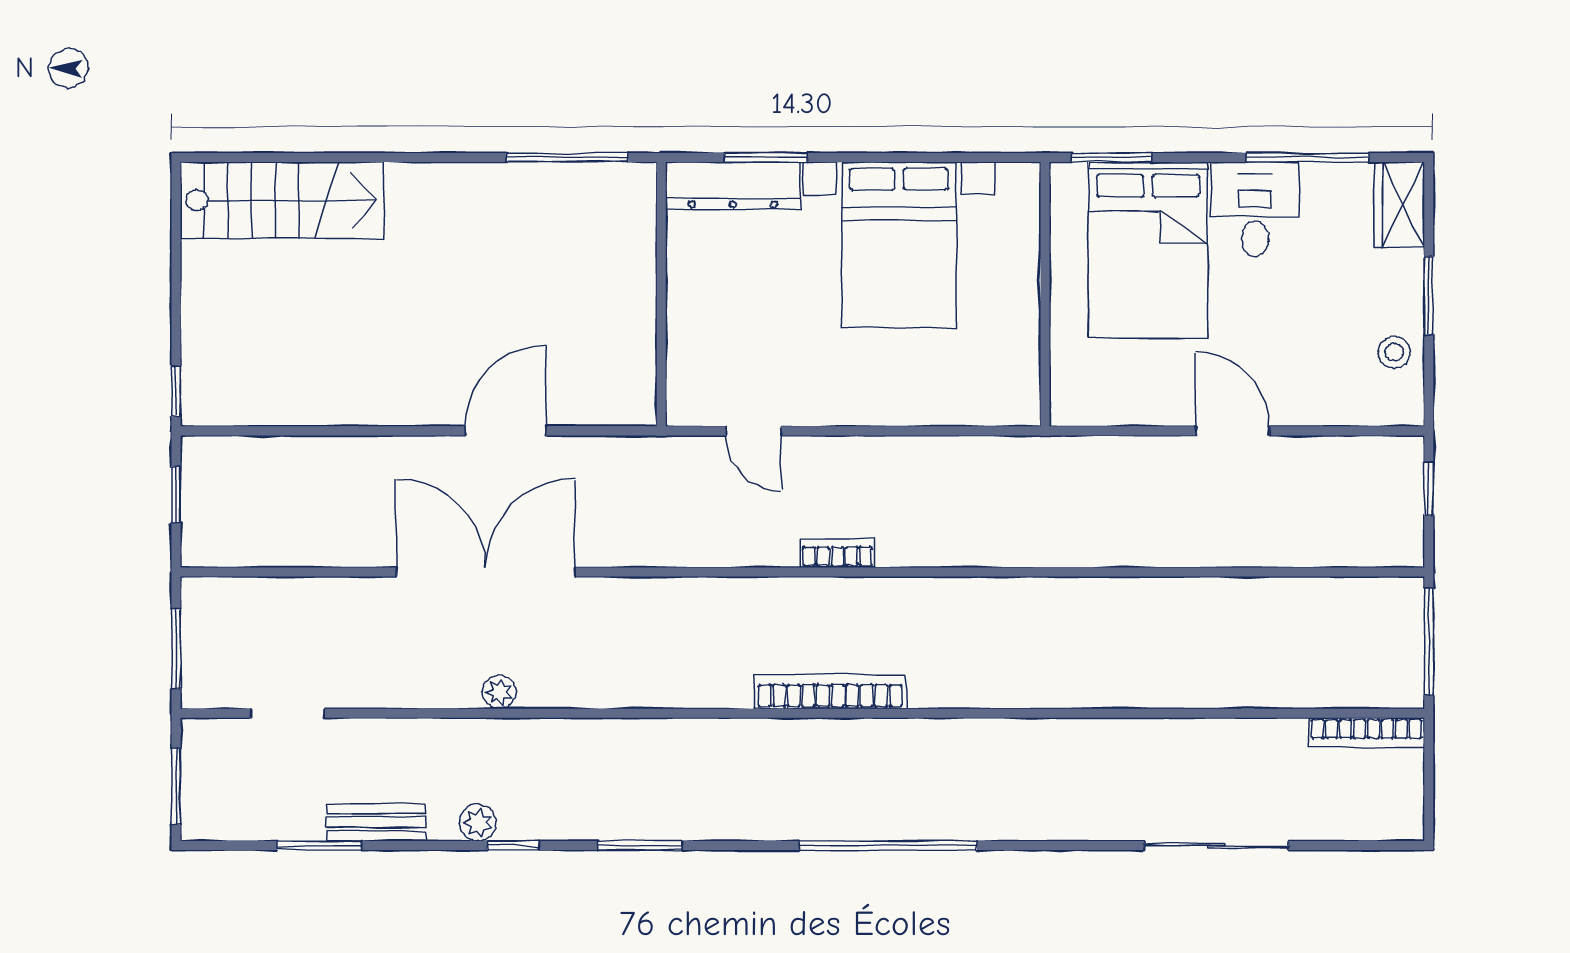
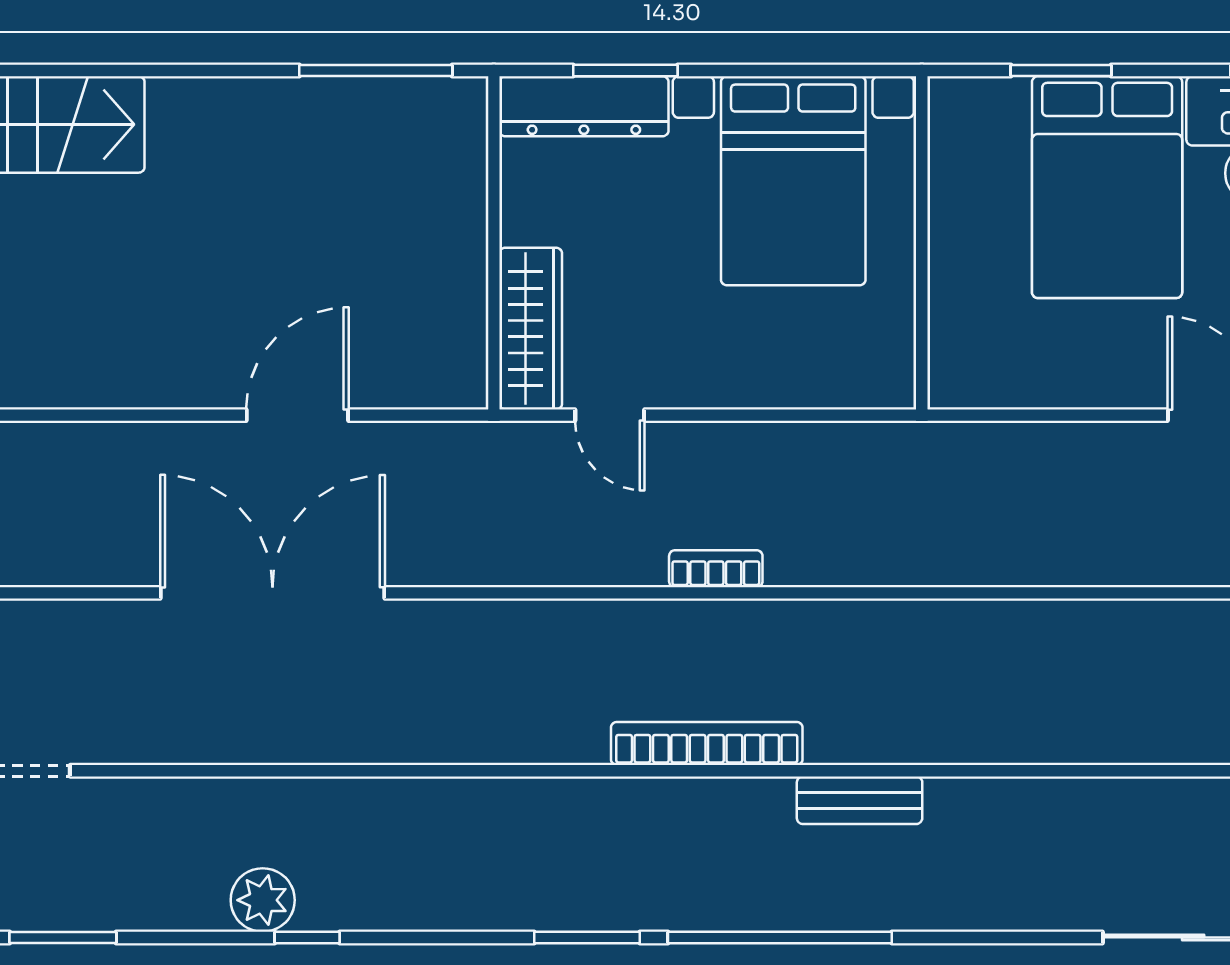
wall: (1045, 294) -> (922, 243), moved
wardrobe: (690, 362) -> (531, 329), added
plant: (499, 692) -> (290, 744), removed
bench: (376, 822) -> (860, 800), moved
plant: (478, 823) -> (263, 900), width x1.38, depth x1.38
window: (640, 846) -> (587, 937), moved

